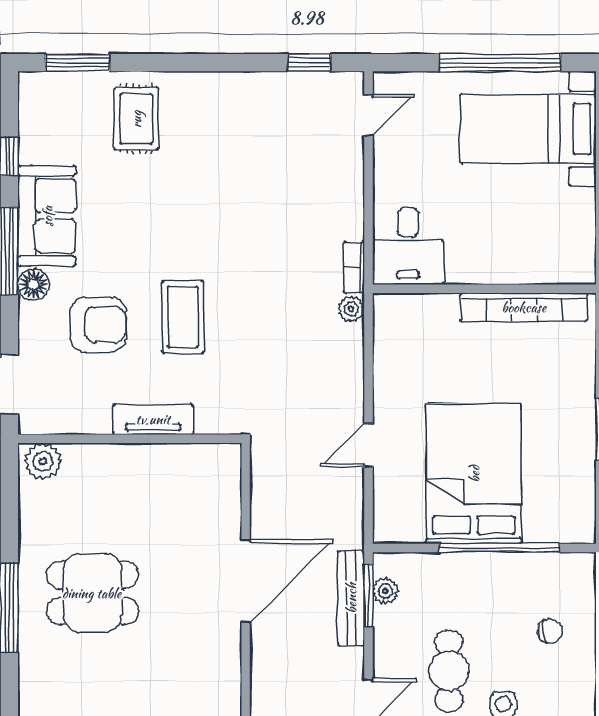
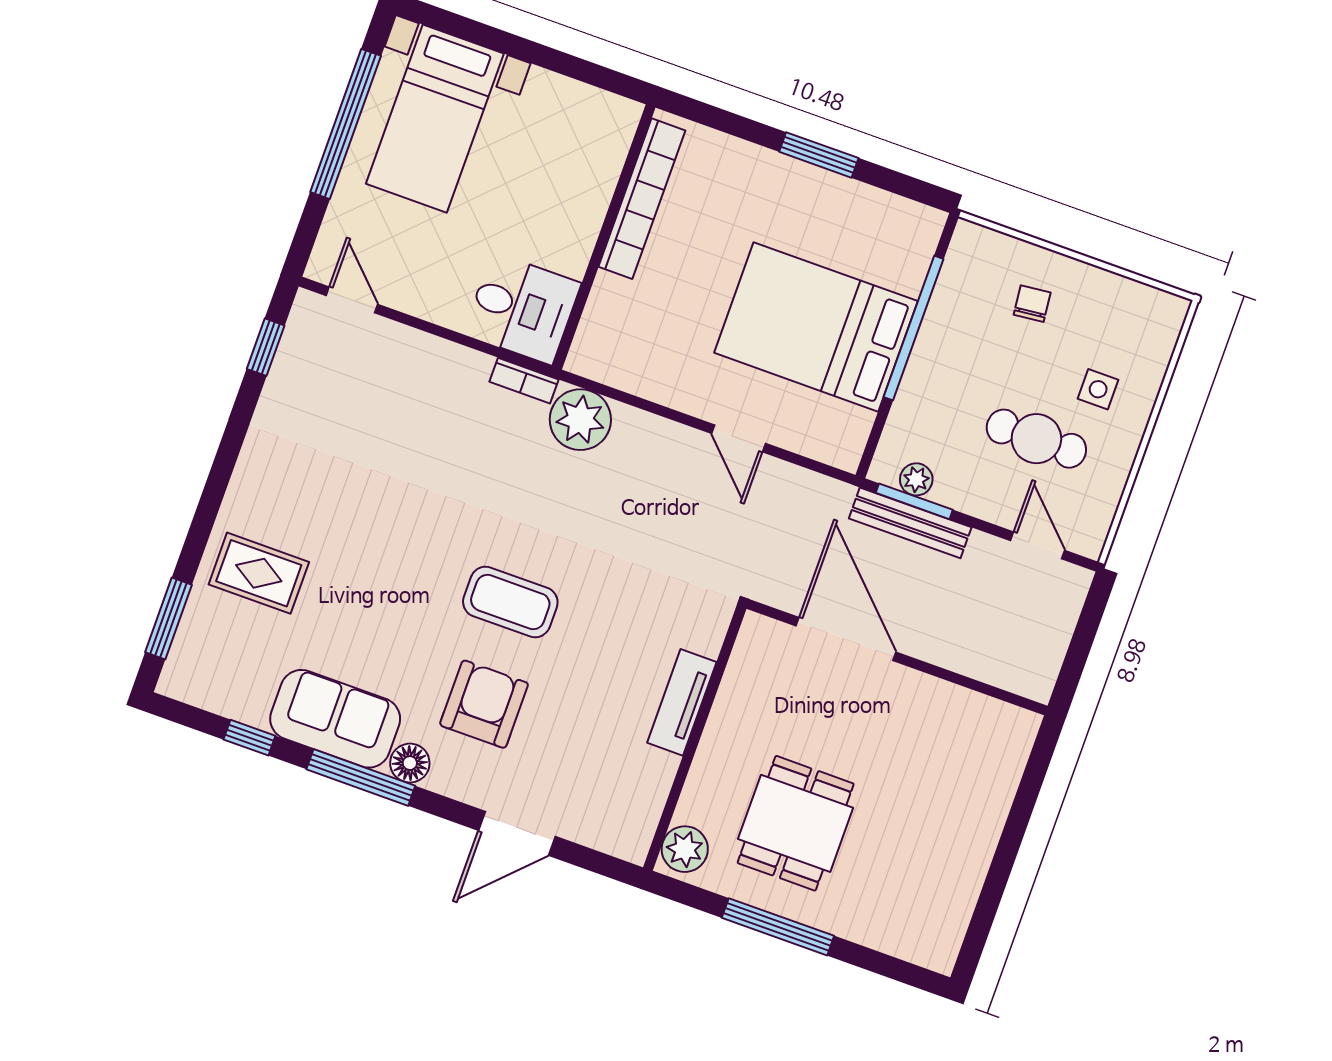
plant: (351, 309) -> (580, 420), width x1.88, depth x1.88
tv unit: (153, 419) -> (682, 702), moved
wall: (130, 439) -> (695, 738), moved
plant: (43, 461) -> (685, 849), moved

